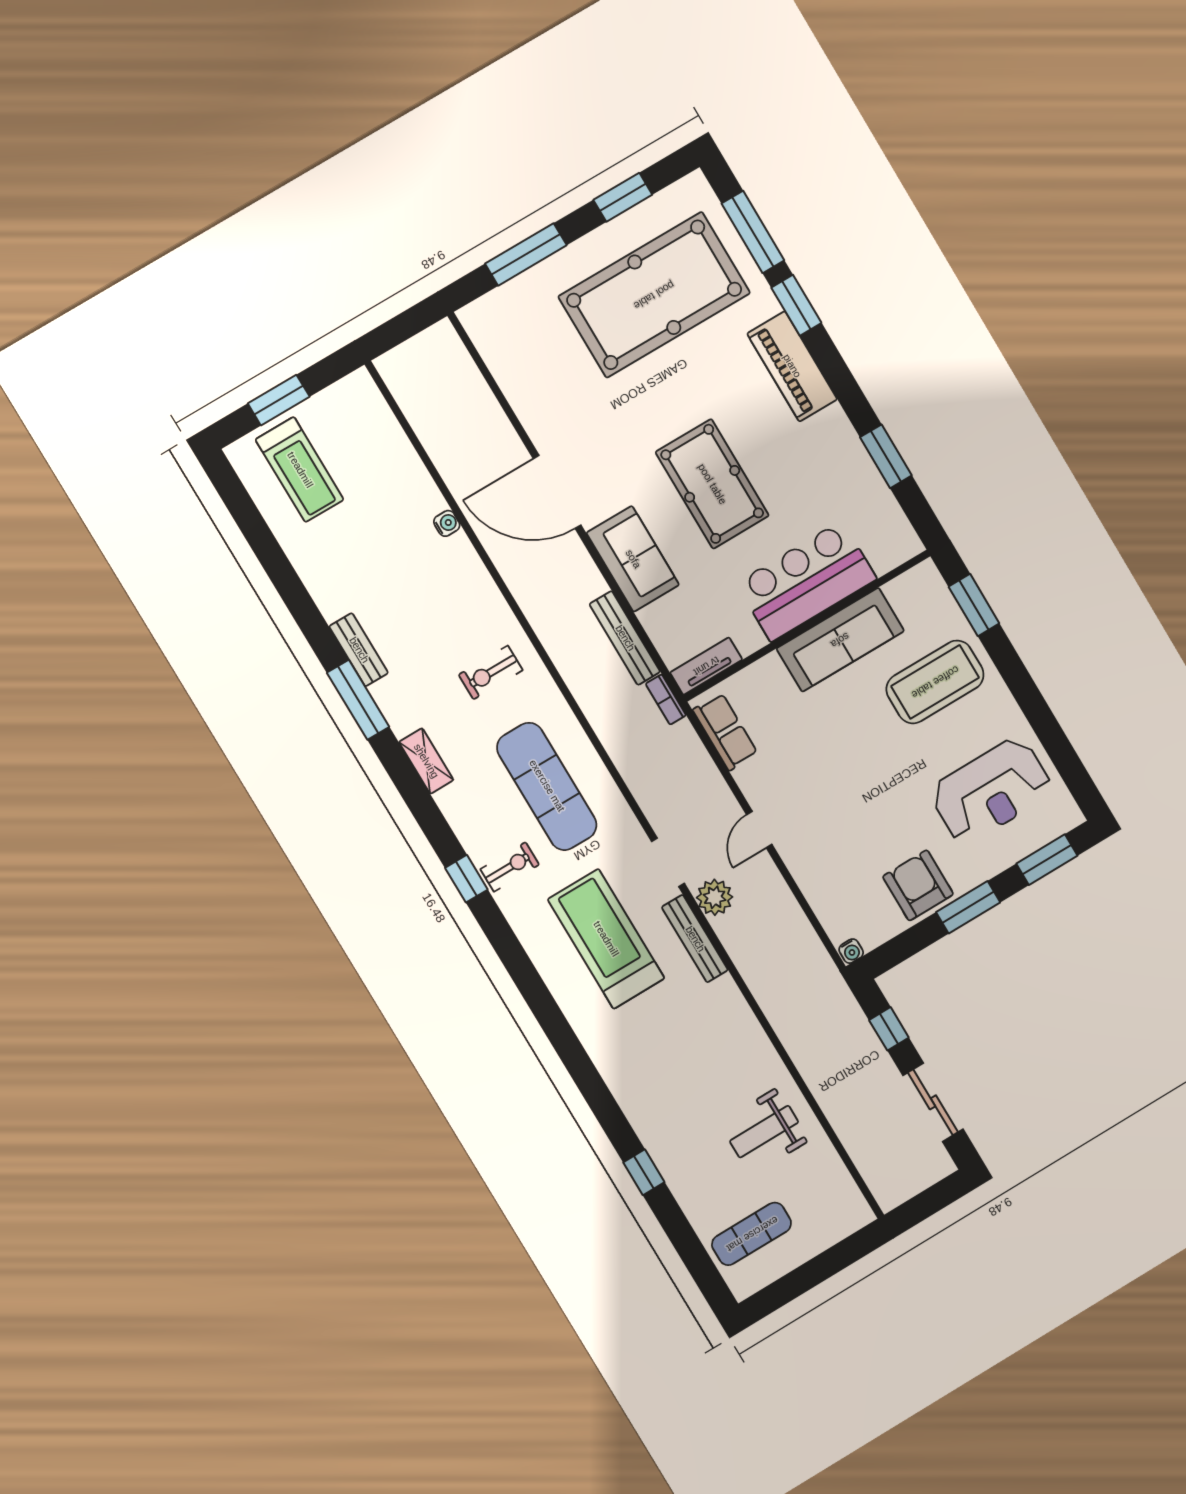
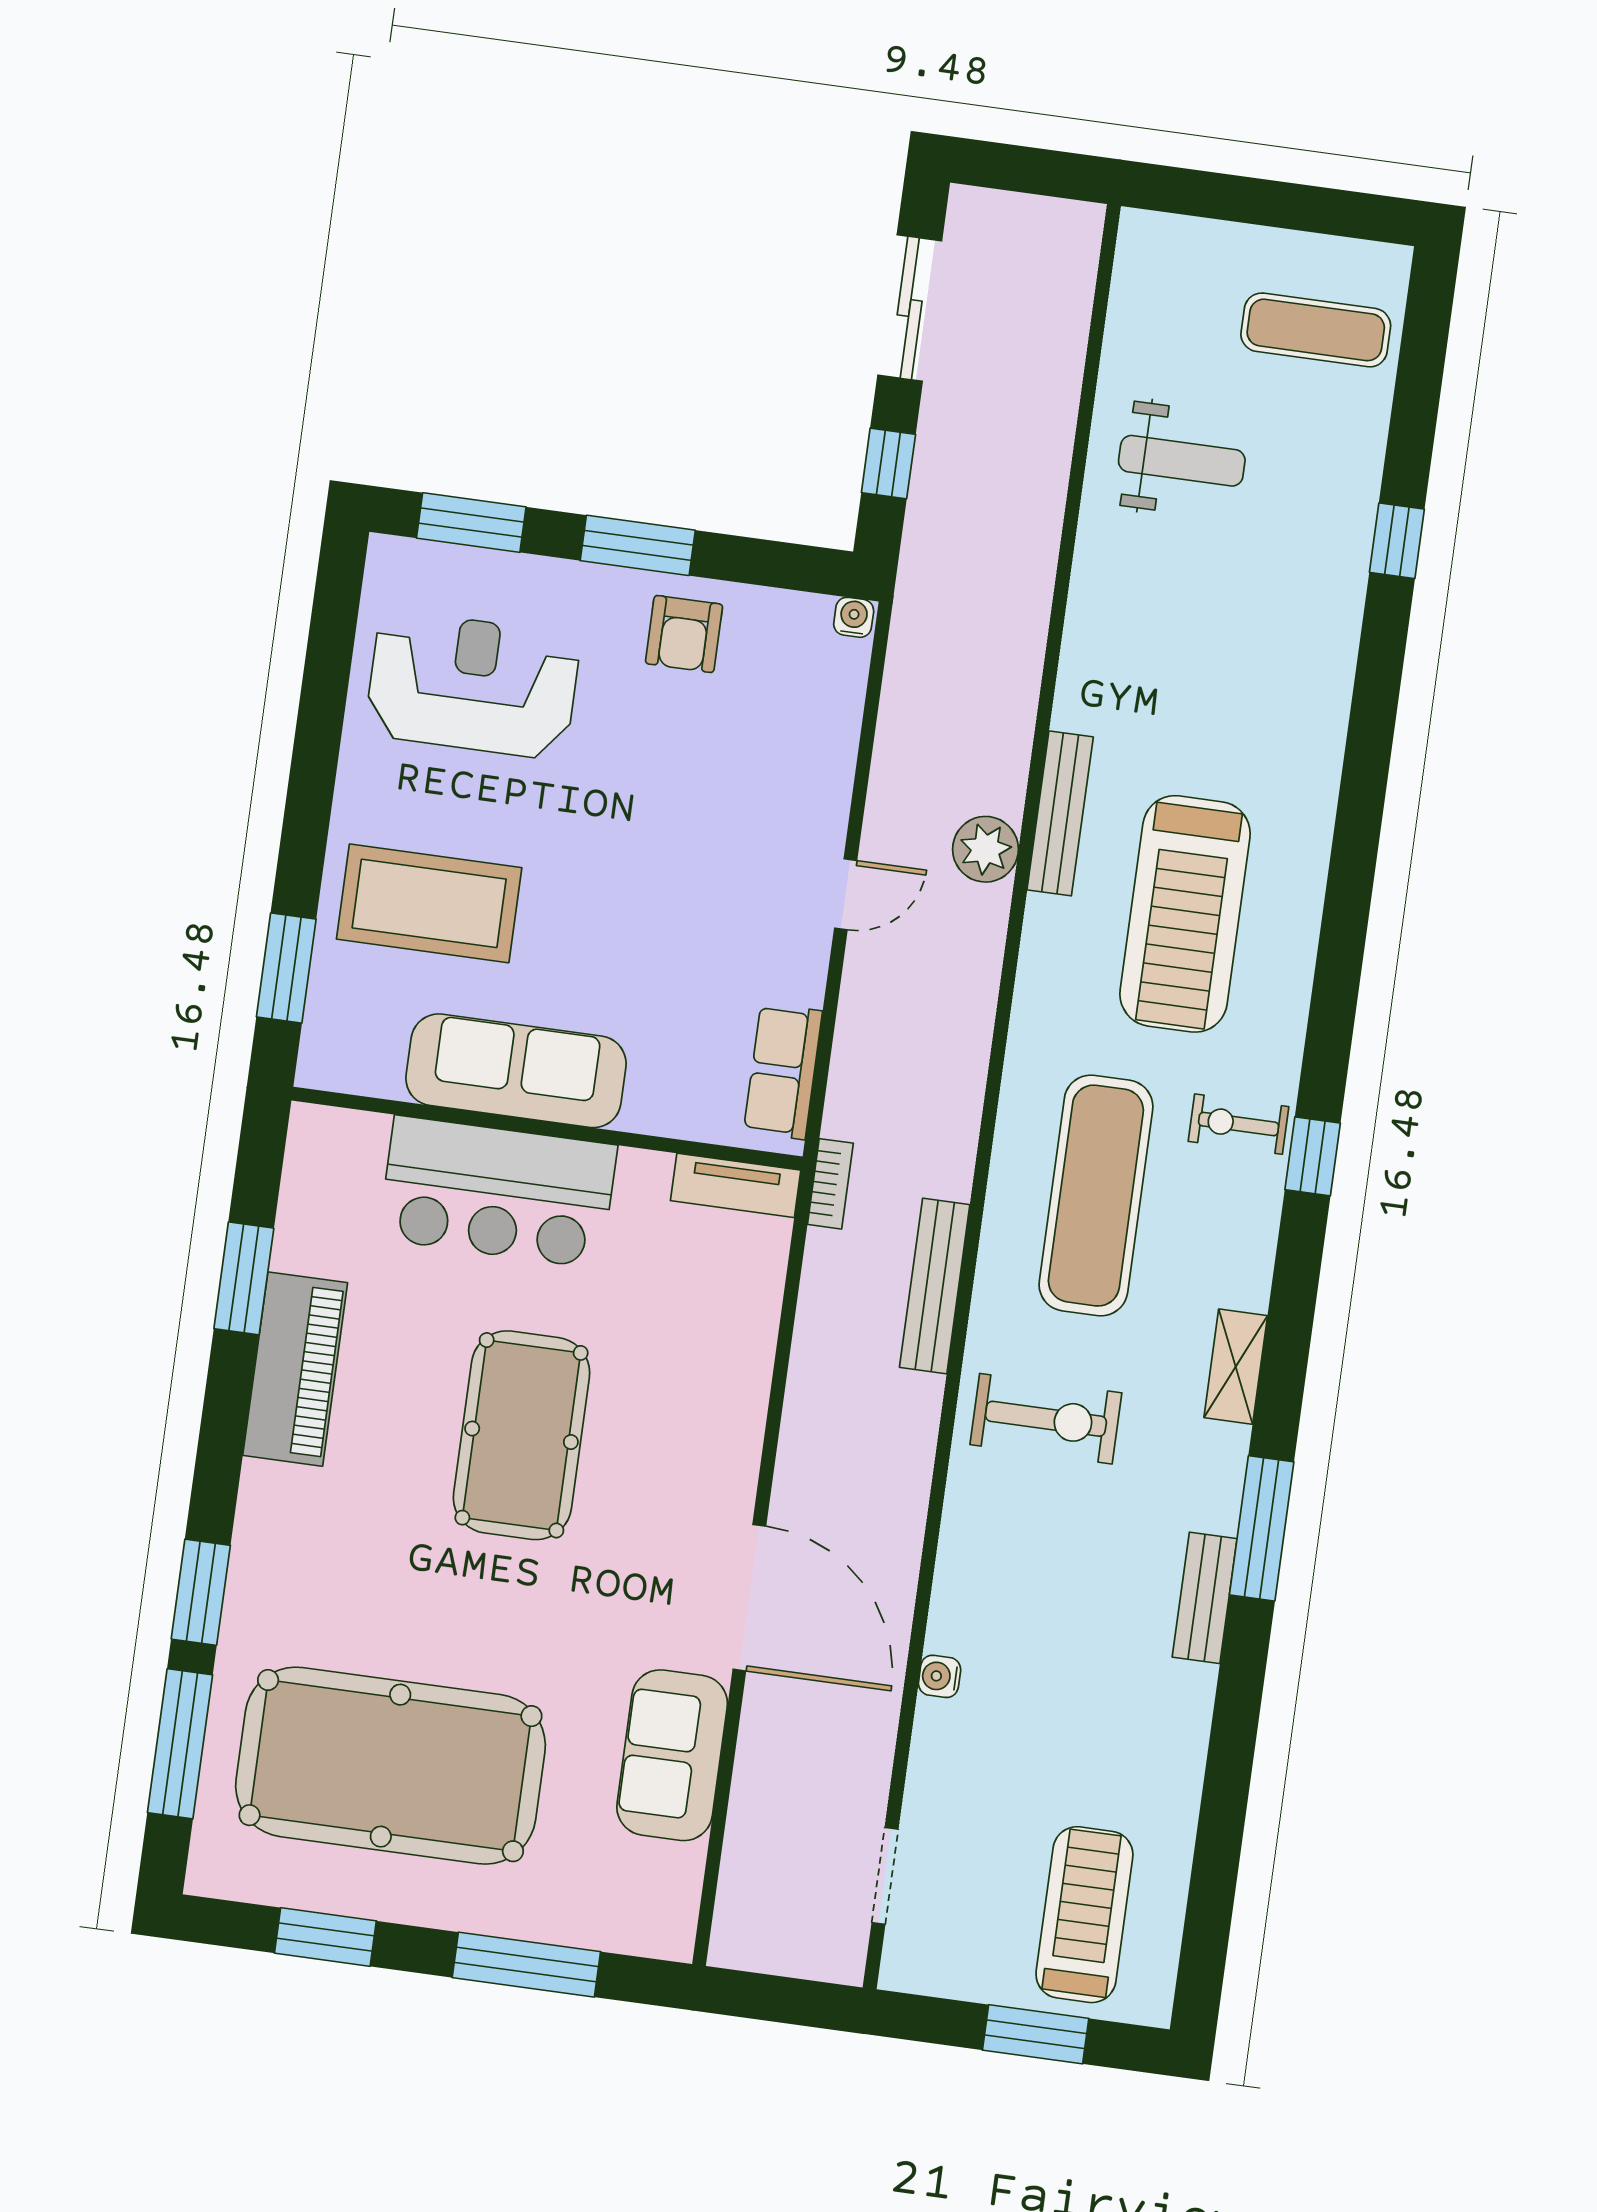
piano: (792, 366) -> (295, 1369), moved
sofa: (633, 559) -> (672, 1755), moved
bench: (625, 638) -> (935, 1286), moved
exercise bike: (491, 672) -> (1046, 1419), width x1.38, depth x1.39
doorway: (668, 862) -> (885, 1876), moved
armchair: (918, 885) -> (684, 634), width x0.72, depth x0.72

